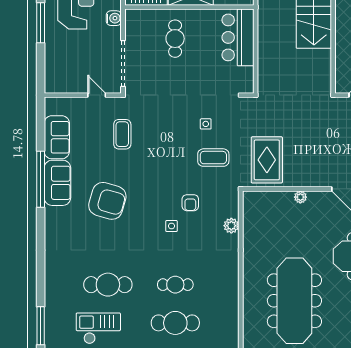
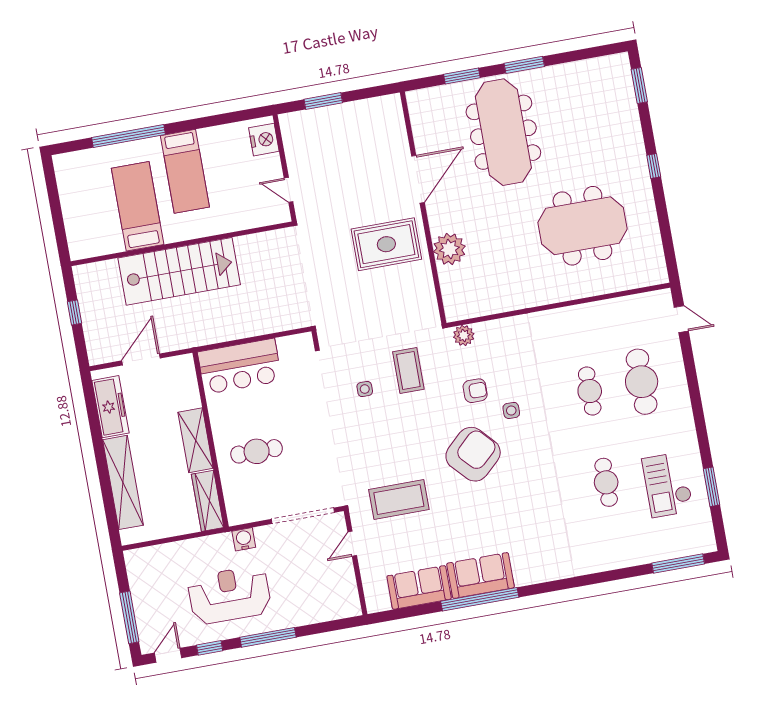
coffee table: (122, 134) -> (399, 500), width x1.36, depth x1.32
rug: (267, 160) -> (386, 244), moved
plant: (300, 197) -> (449, 249), width x1.88, depth x1.88
armchair: (107, 201) -> (473, 454), moved, turned 31
plant: (231, 226) -> (464, 335), moved
cafe table: (108, 285) -> (606, 482), width x0.73, depth x0.74
meeting table: (294, 301) -> (582, 226), width x0.73

